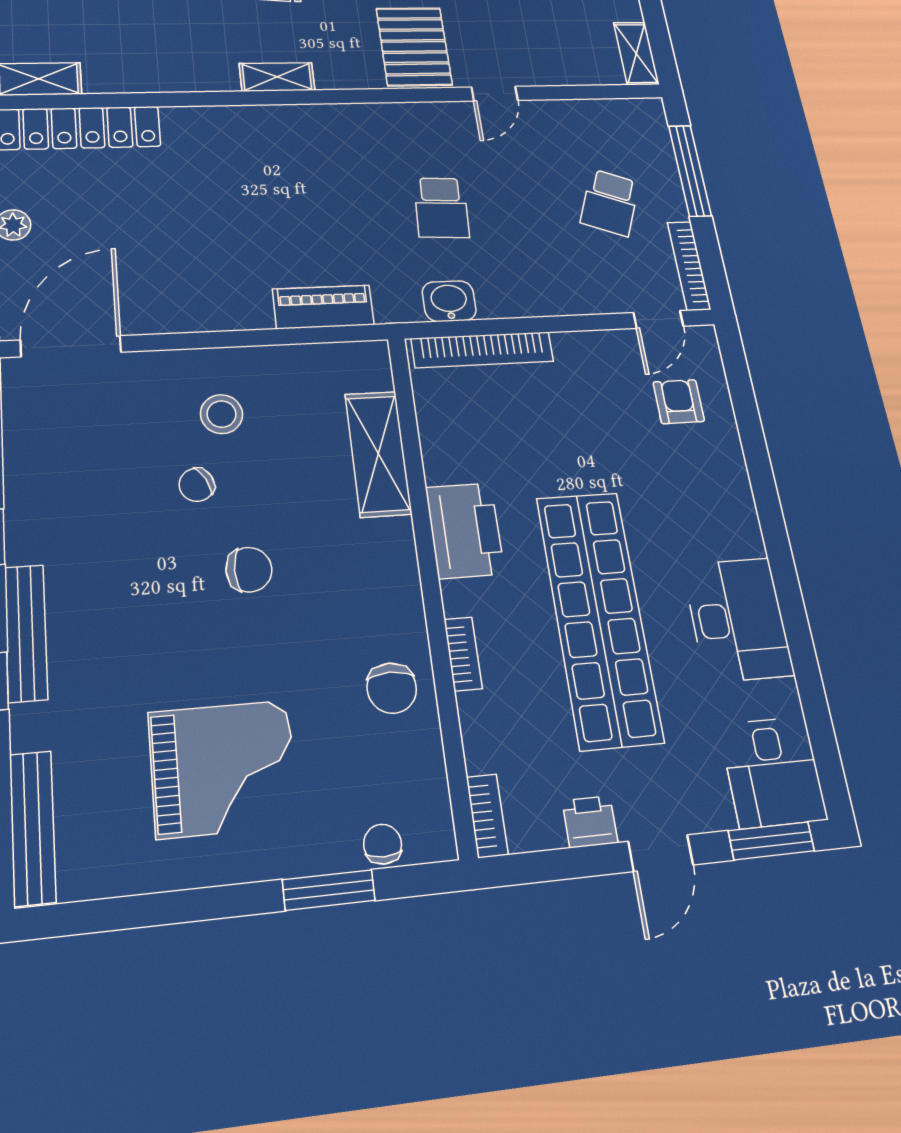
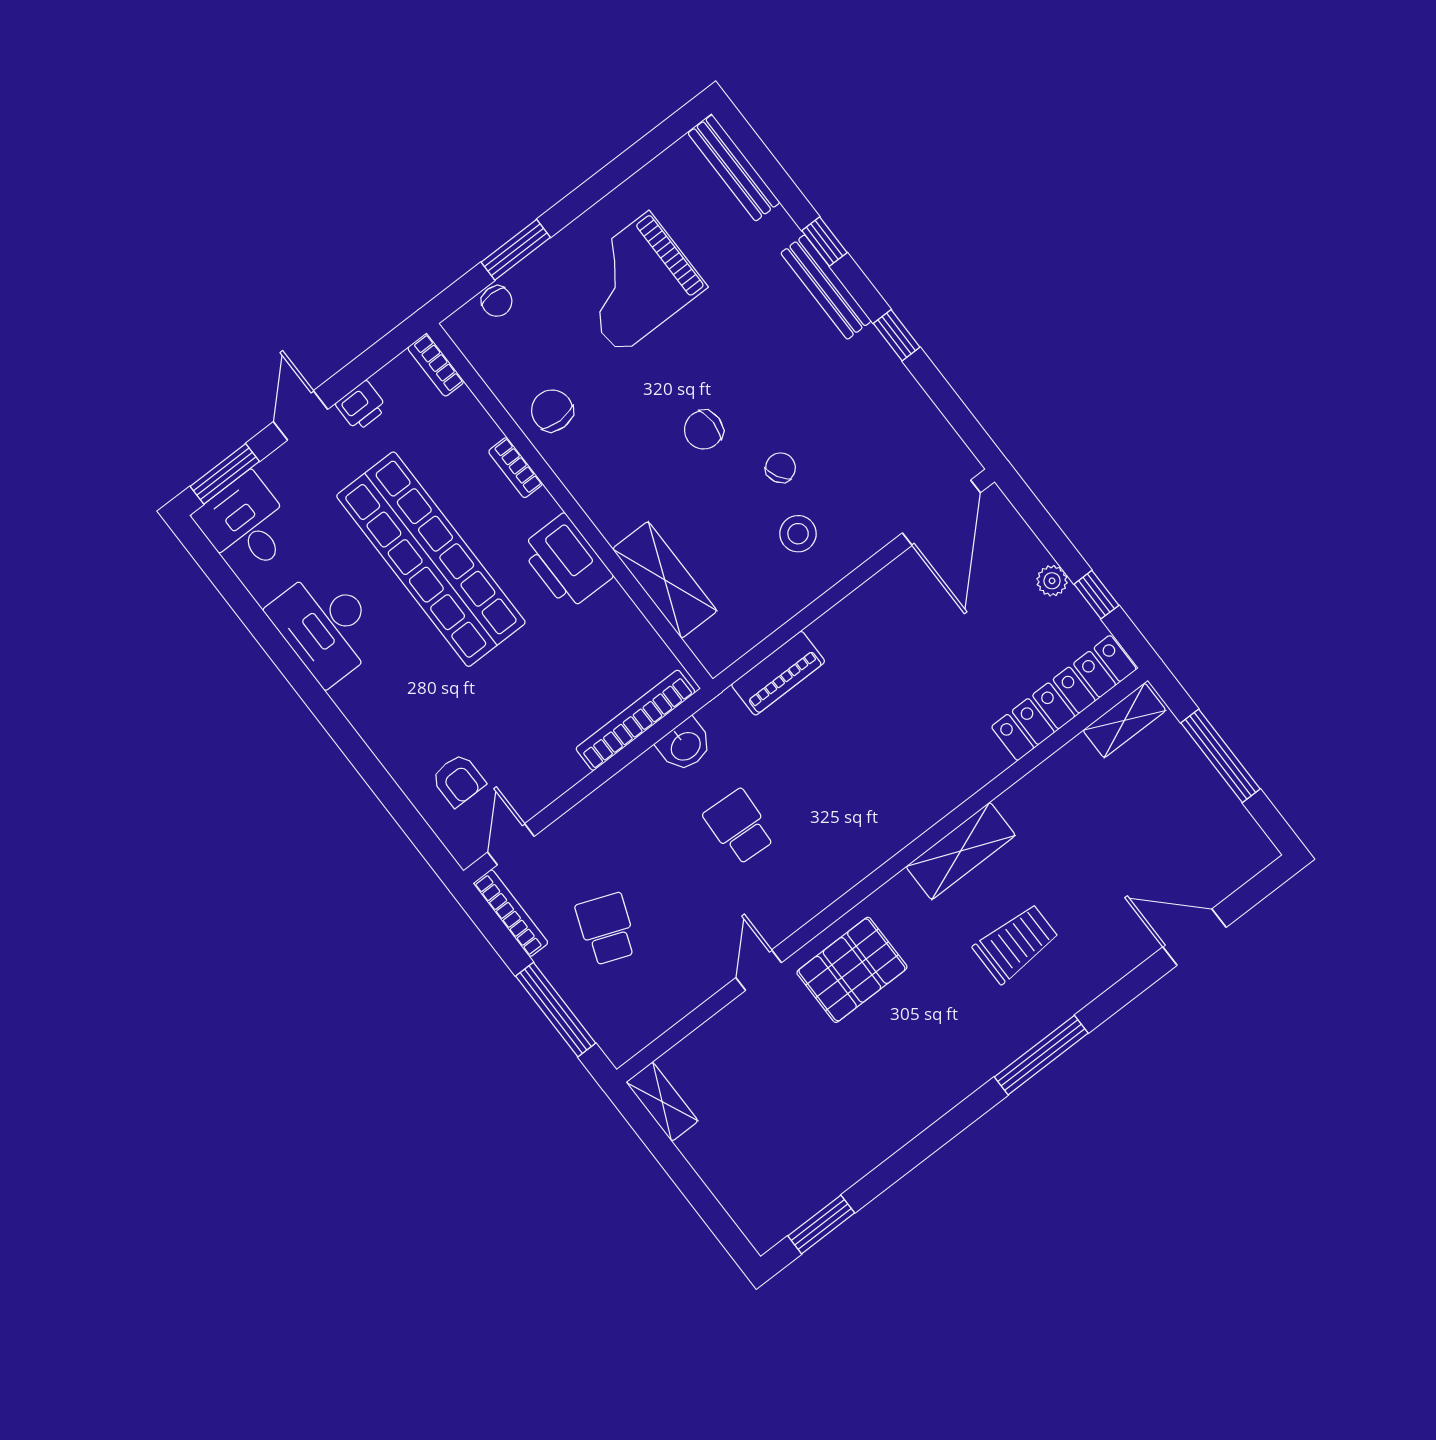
pallet: (414, 46) -> (852, 970), turned 90
shelving: (277, 77) -> (961, 851), width x1.50, depth x1.33

